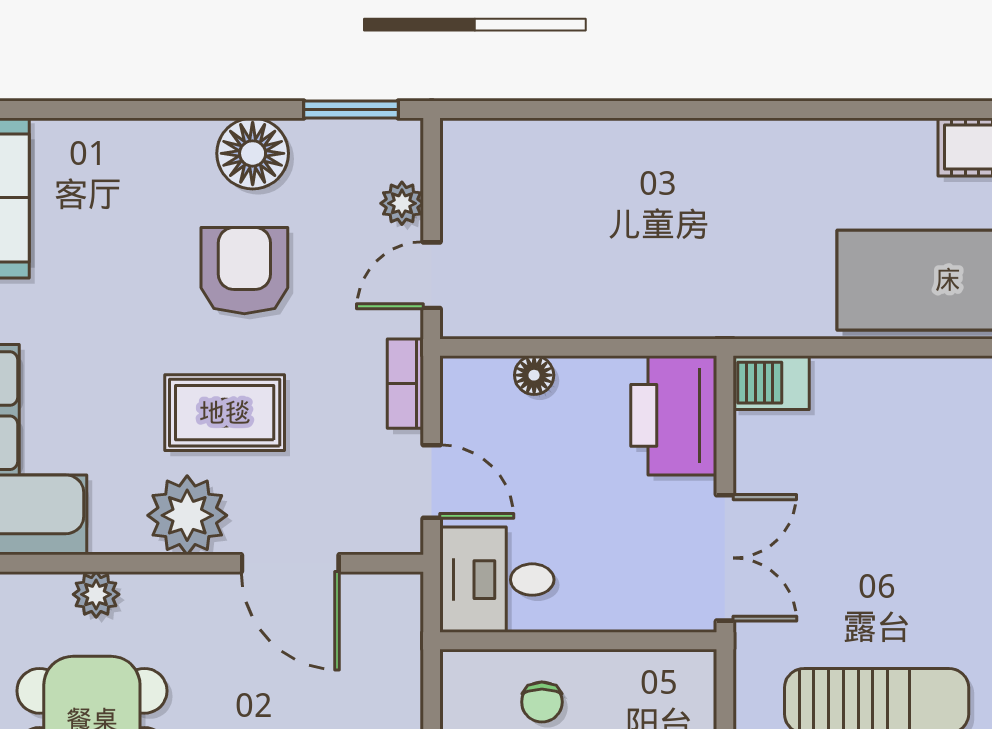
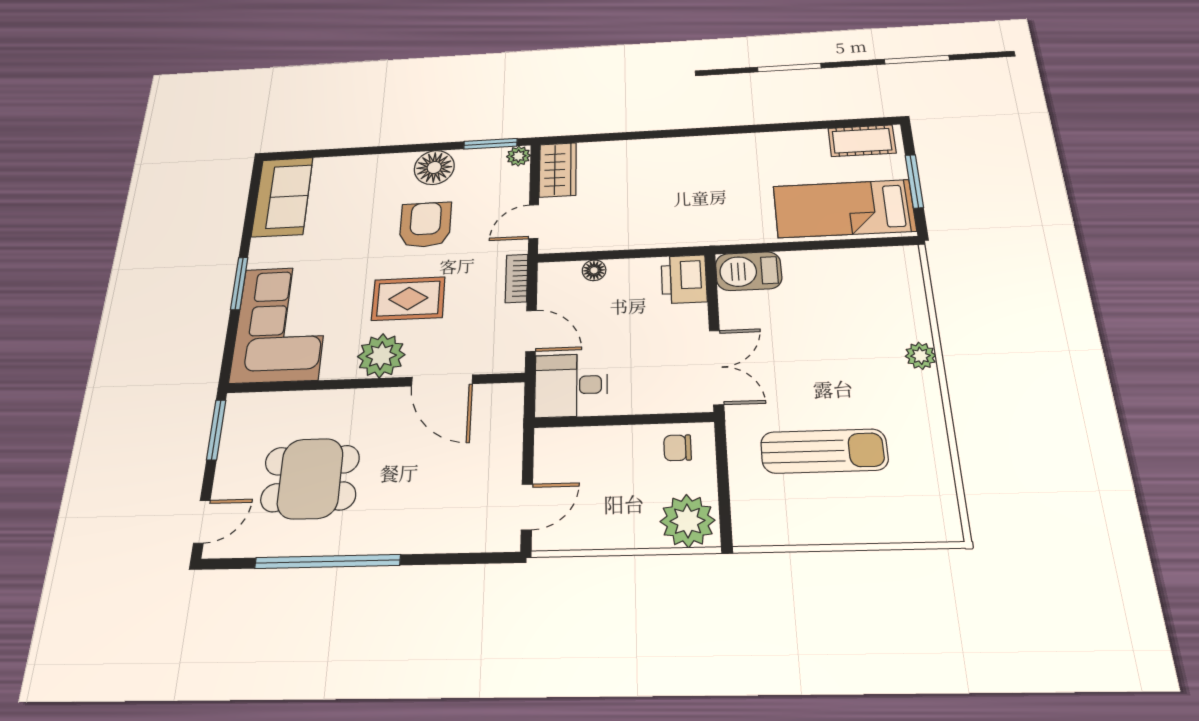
wardrobe: (472, 172) -> (558, 170), added
plant: (402, 203) -> (518, 156), moved
barbecue: (771, 383) -> (749, 271), width x1.38, depth x1.27
printer: (674, 415) -> (684, 279), width x0.73, depth x0.84
plant: (96, 594) -> (321, 403), removed
chair: (542, 702) -> (678, 448), moved, turned 90

